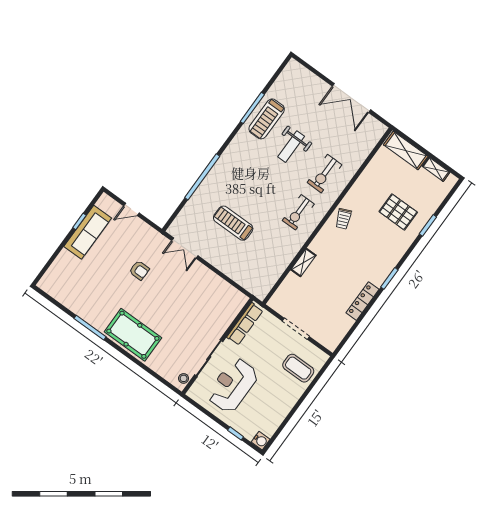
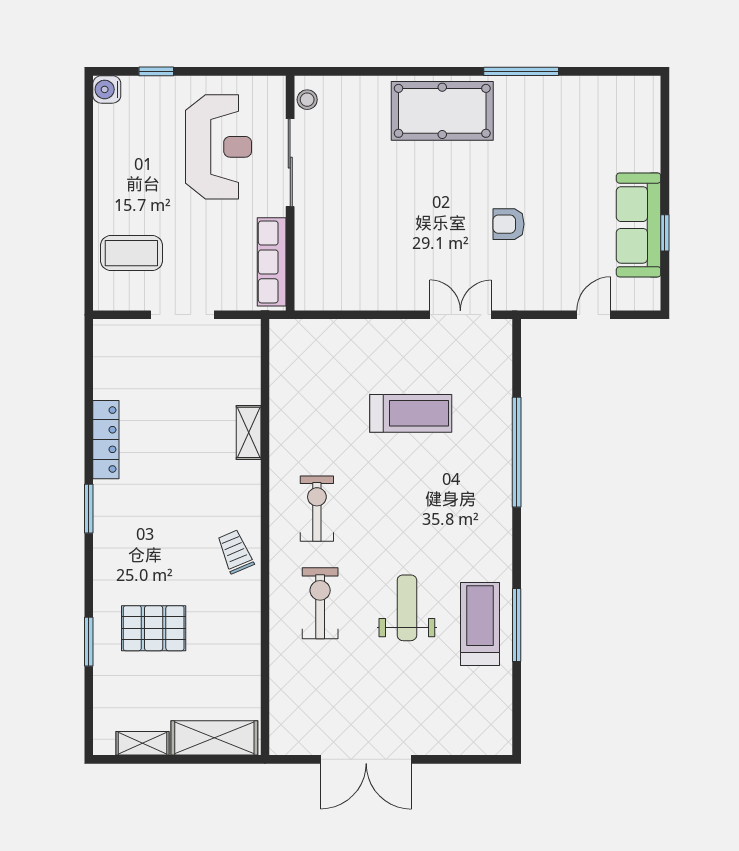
double door: (351, 98) -> (366, 759), swing flipped

